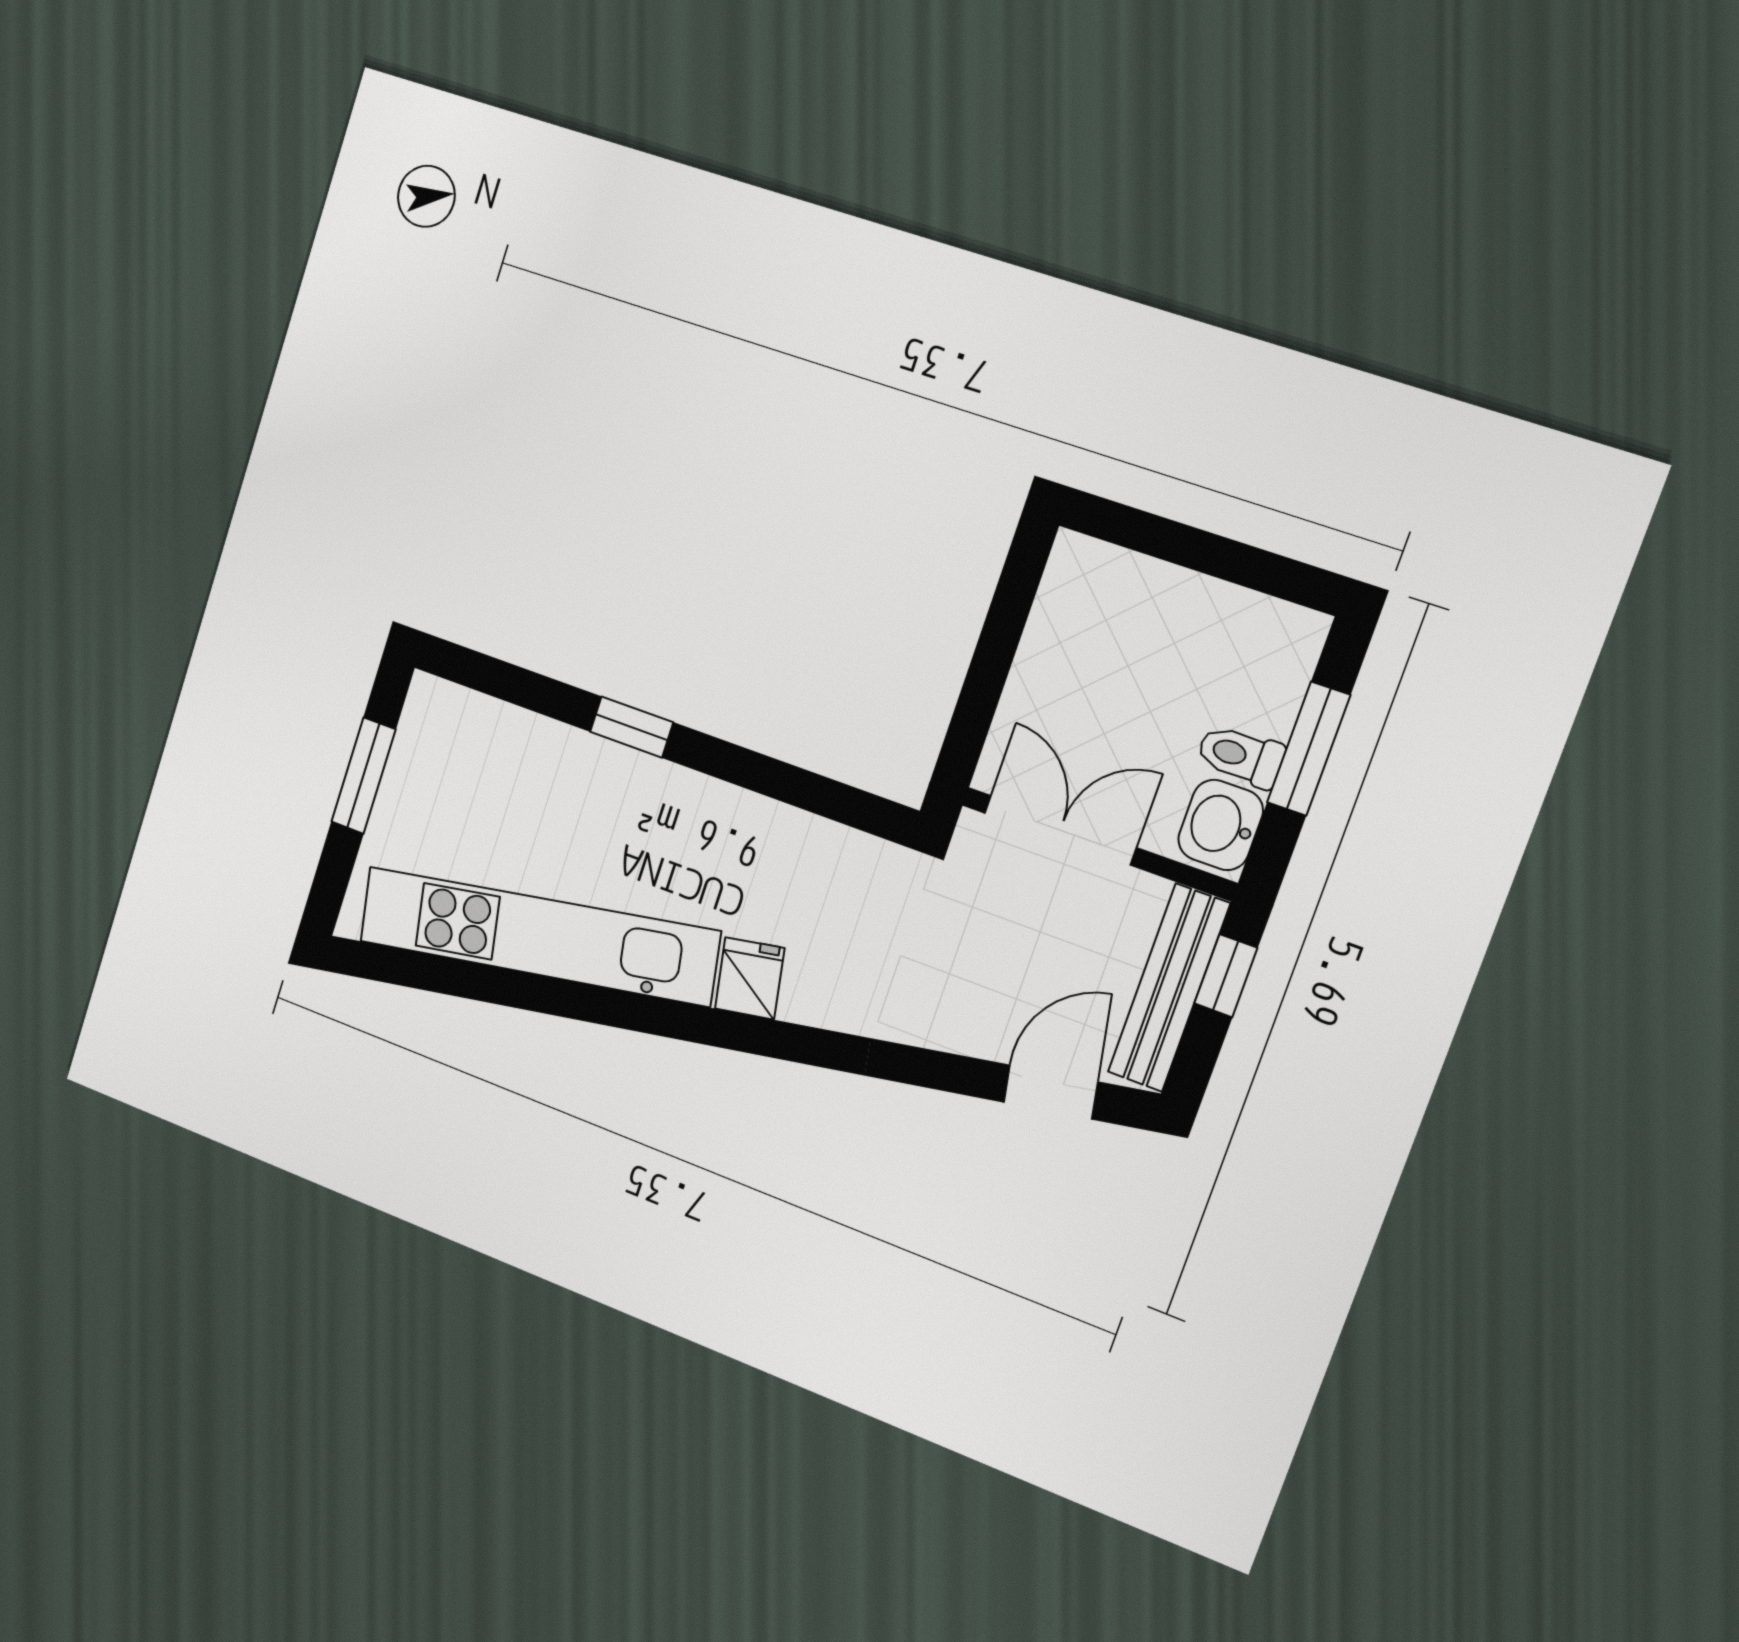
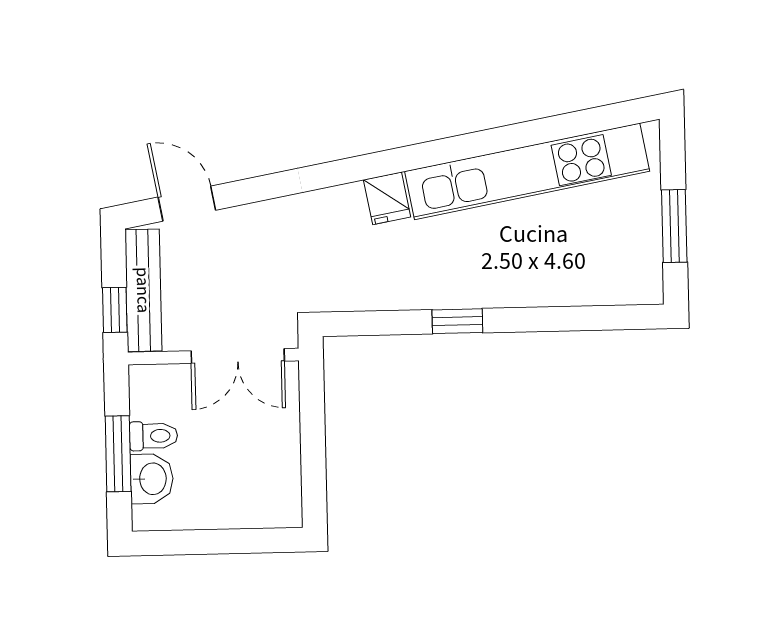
window: (632, 727) -> (457, 321), moved
washbasin: (1221, 825) -> (152, 479), moved
door: (1051, 1092) -> (187, 204), swing flipped

